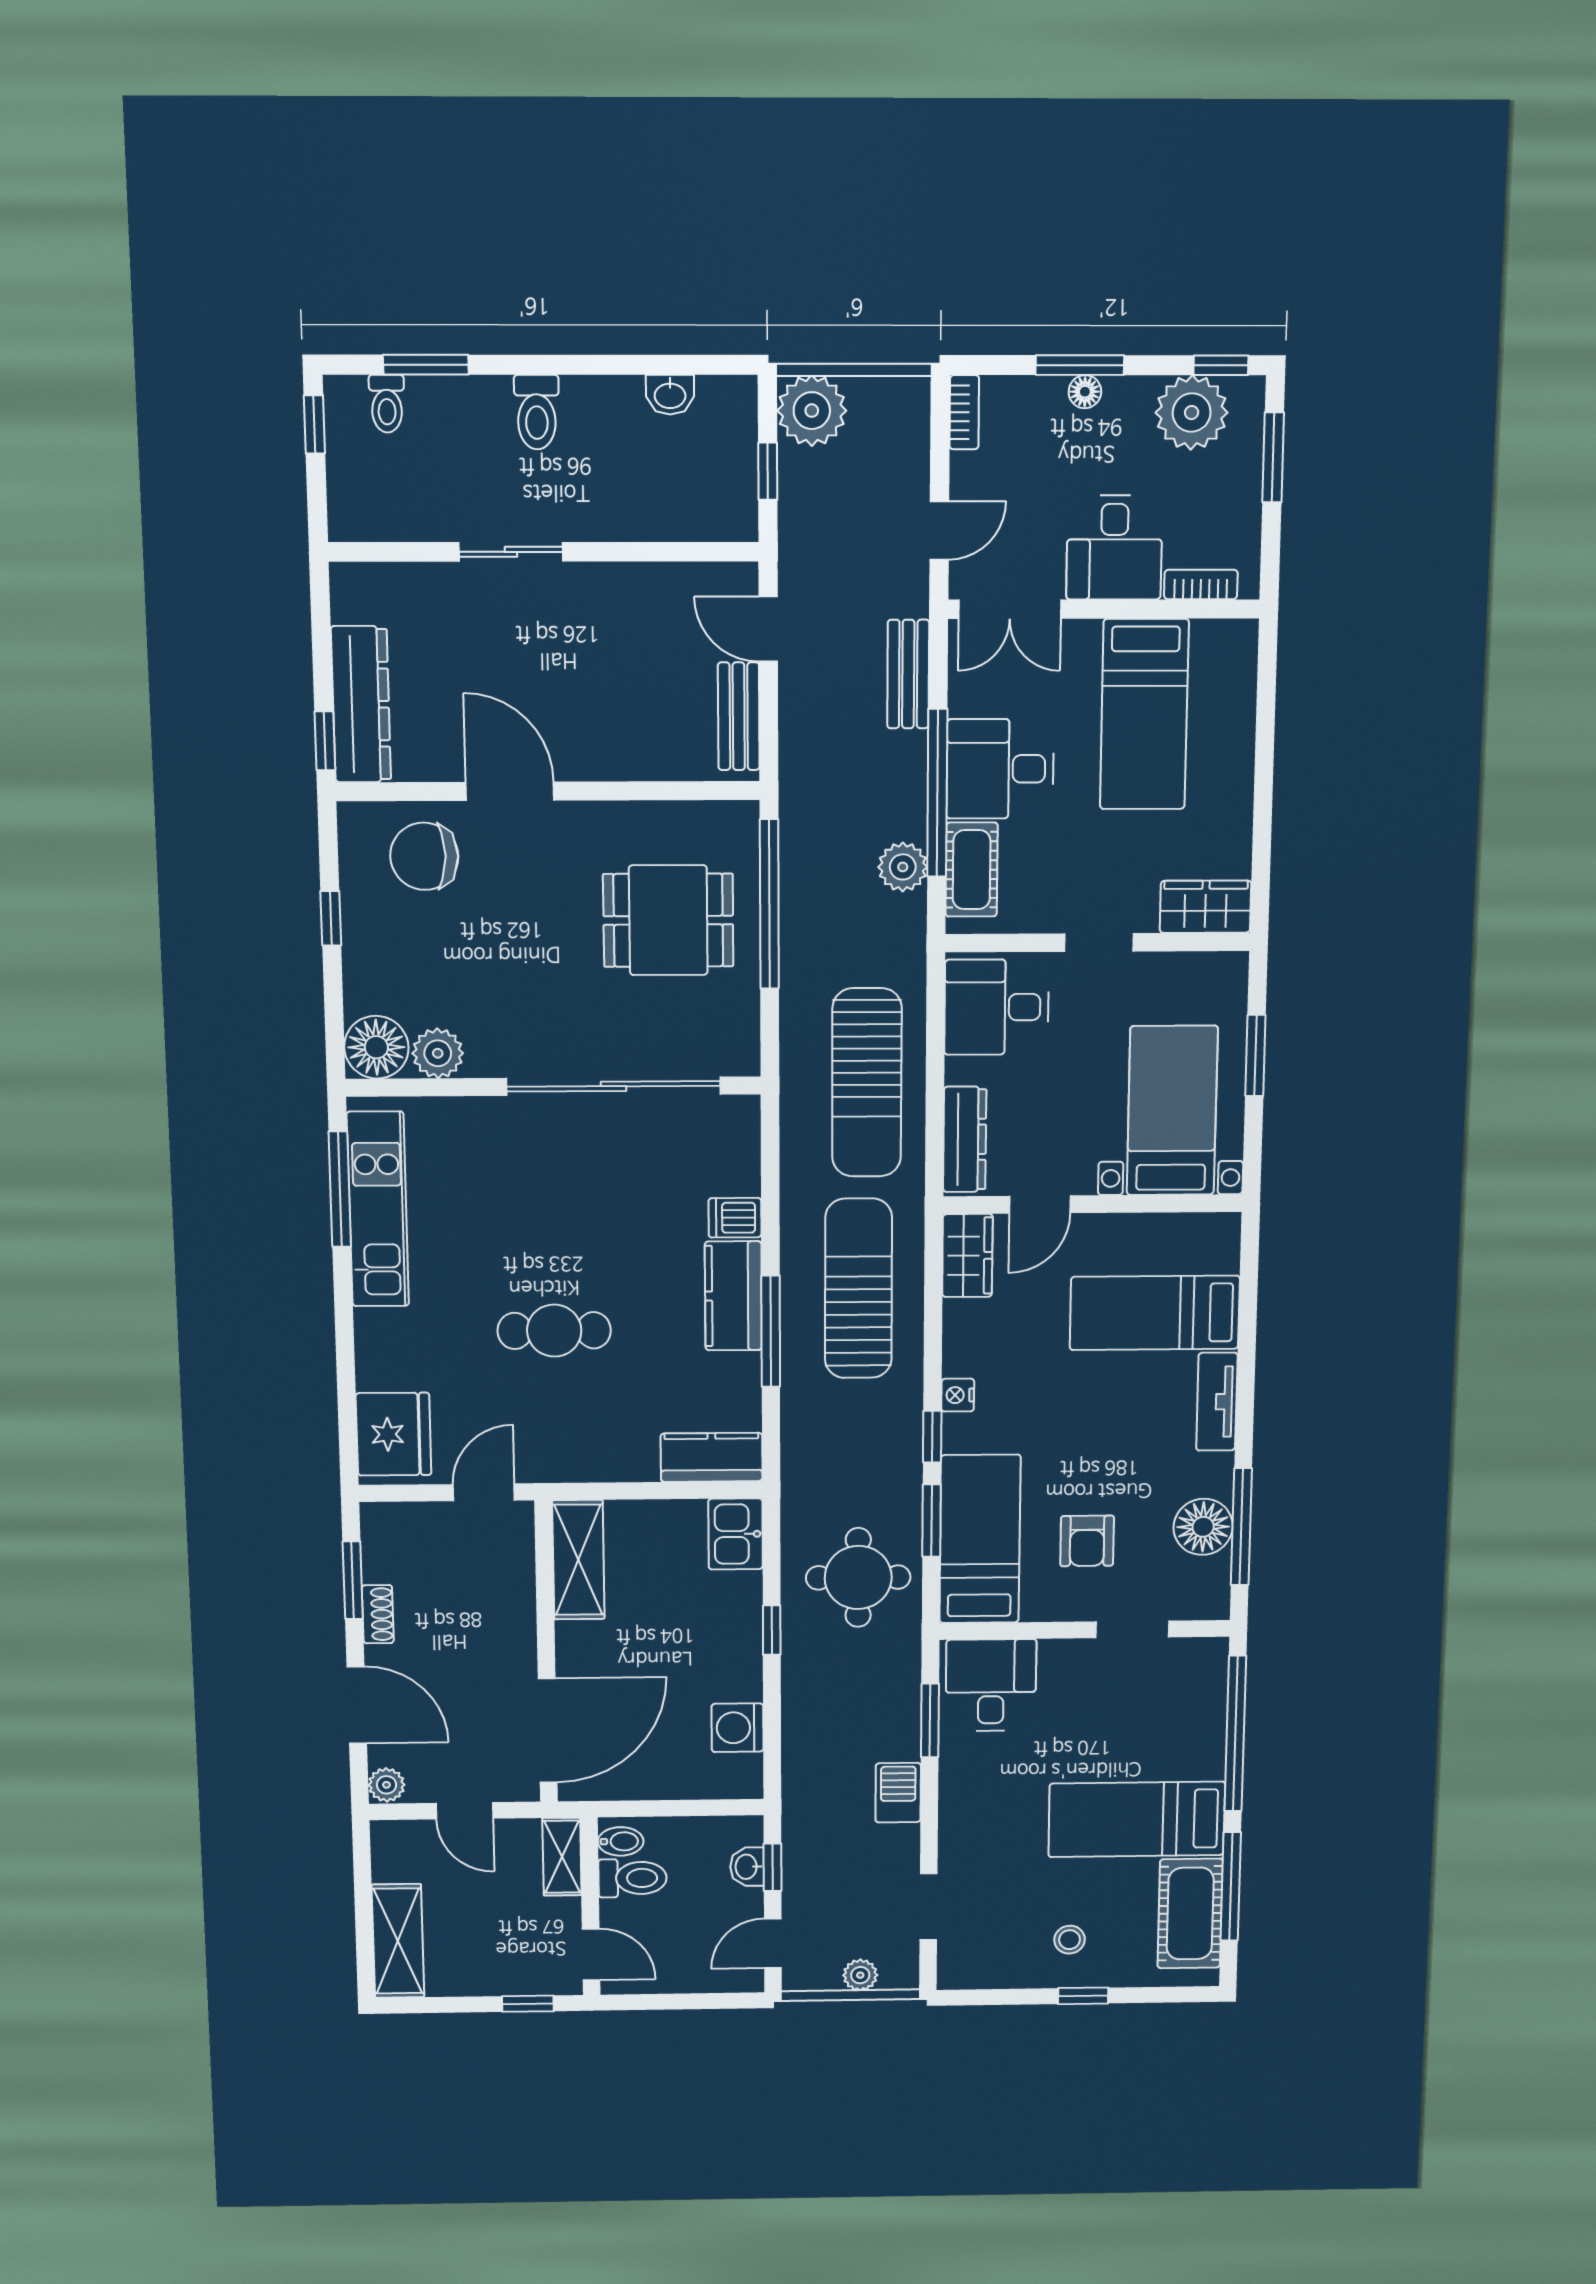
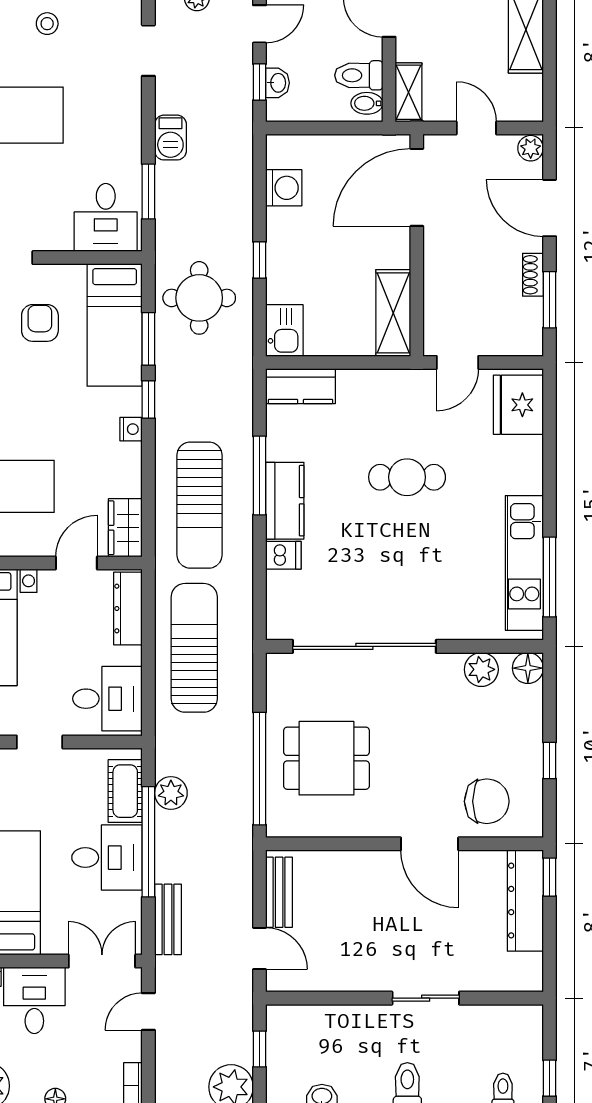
floor lamp: (376, 1047) -> (528, 668), width x0.73, depth x0.73

